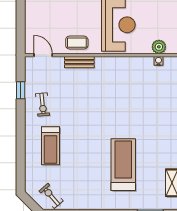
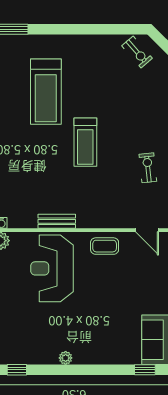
bench: (79, 62) -> (57, 221), moved
treadmill: (51, 146) -> (85, 142), moved, turned 180

